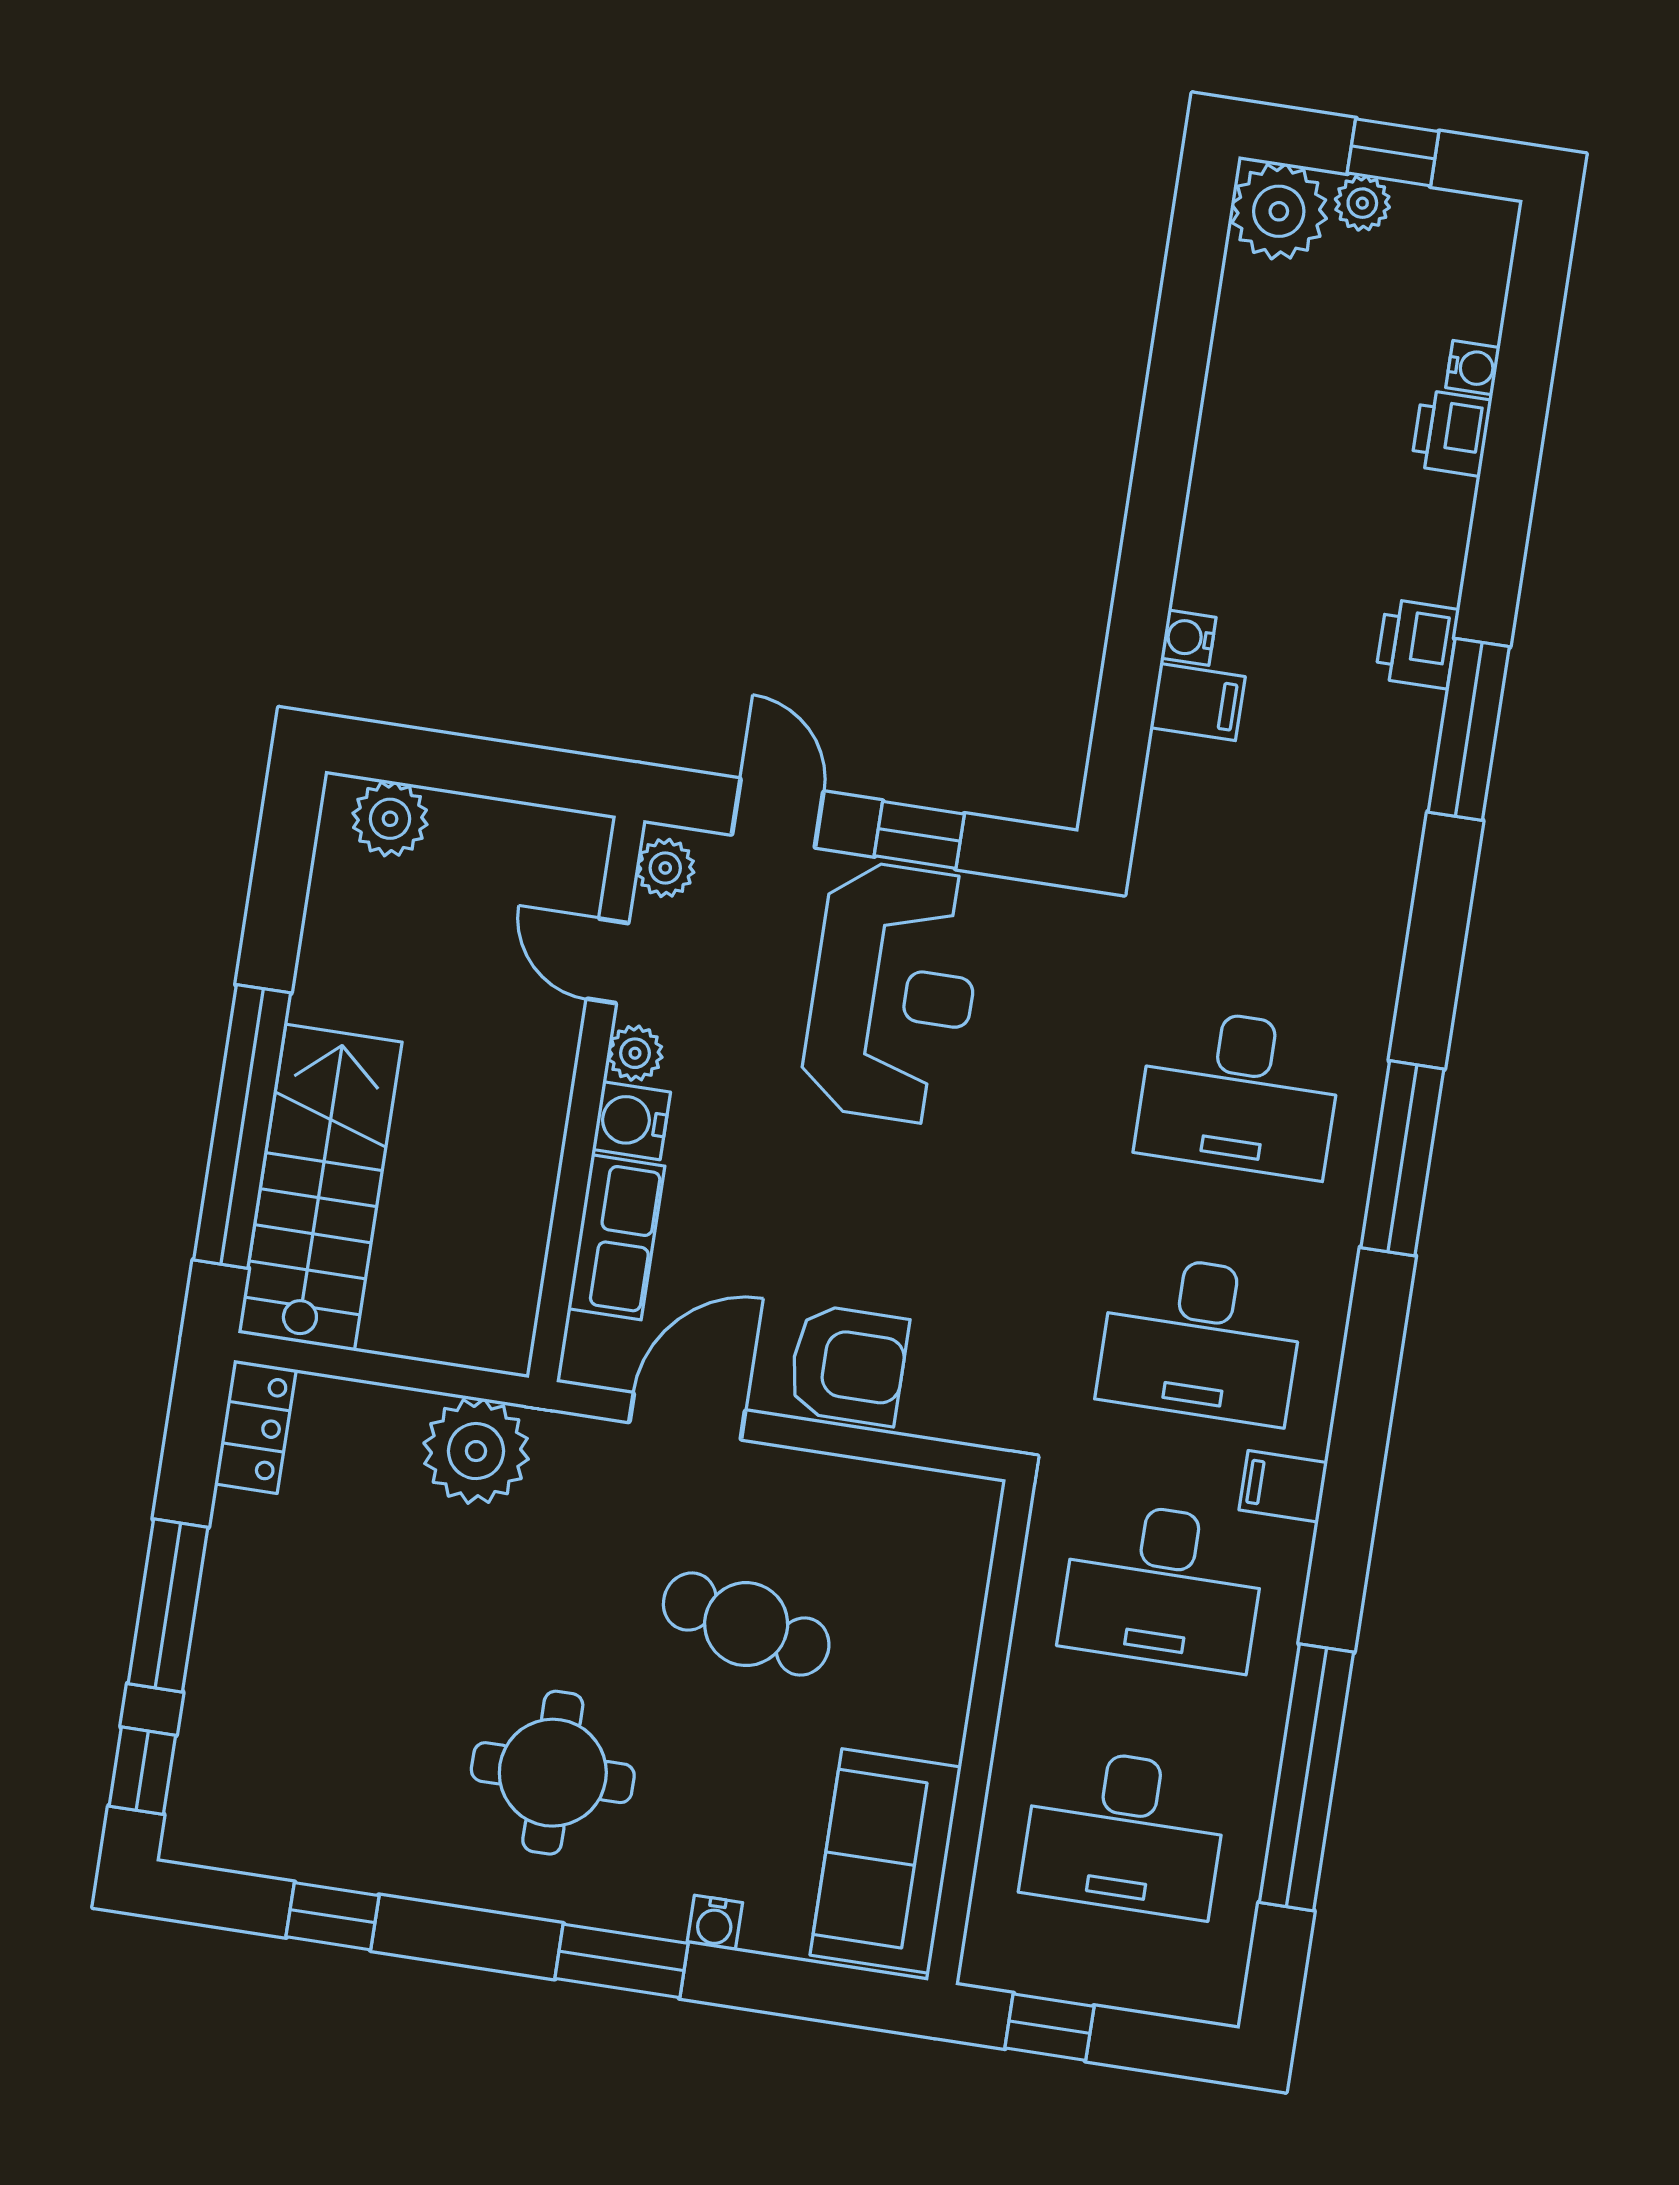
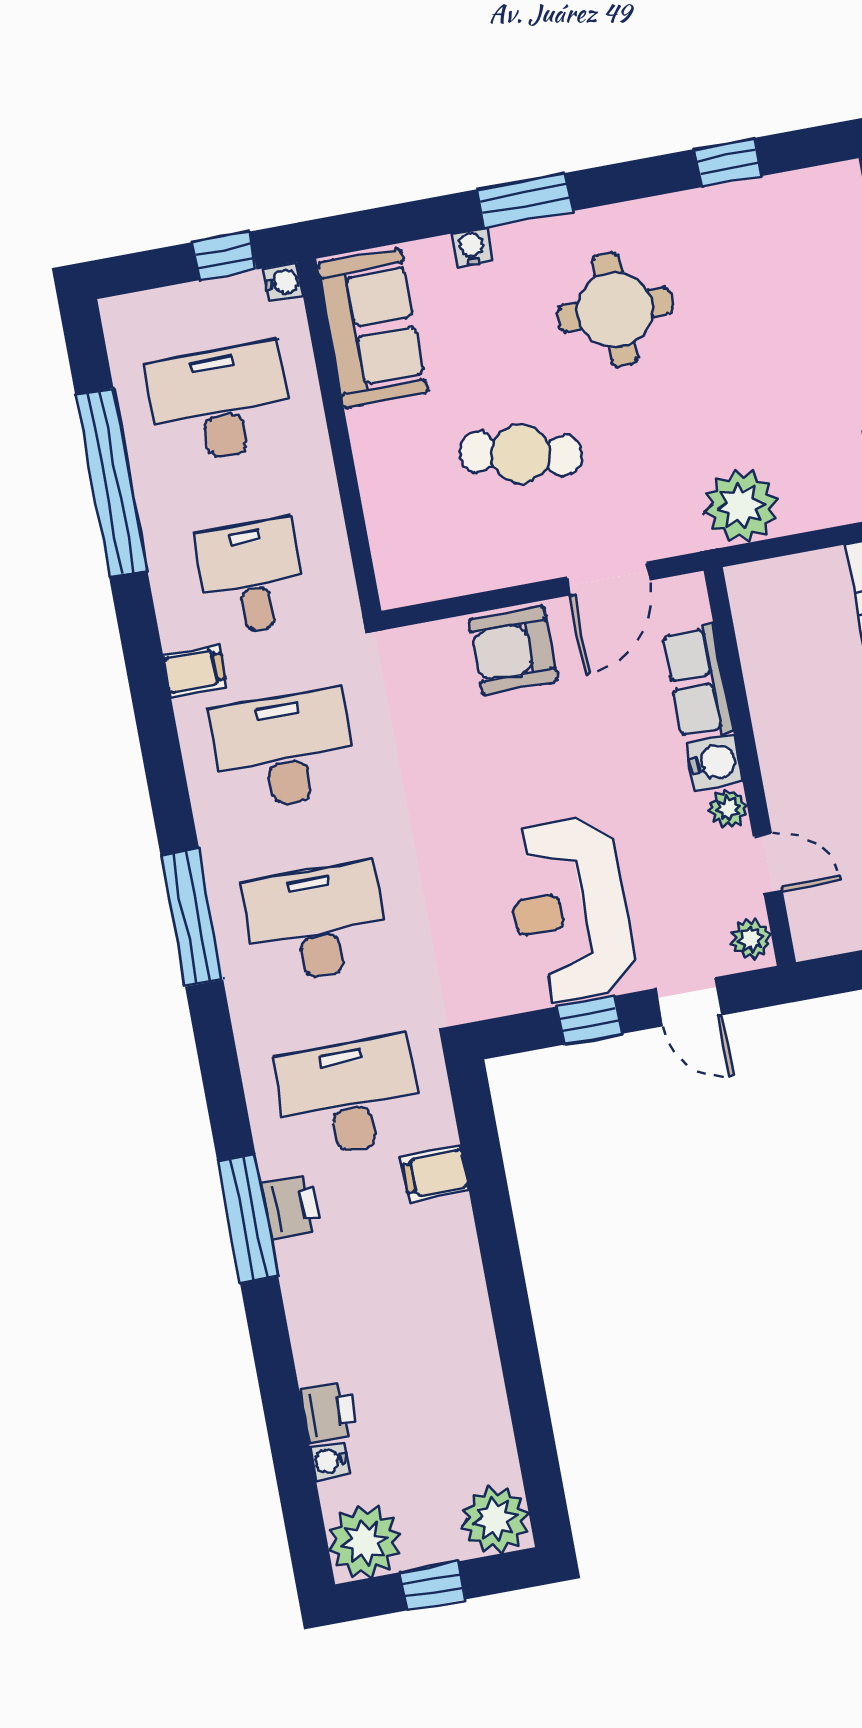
plant: (1362, 203) -> (364, 1542), moved, width x1.88, depth x1.88
water cooler: (1188, 638) -> (283, 282), moved
printer: (1417, 644) -> (292, 1207), moved
desk: (1277, 846) -> (348, 1096), added
desk: (1163, 1586) -> (252, 577), width x0.73

